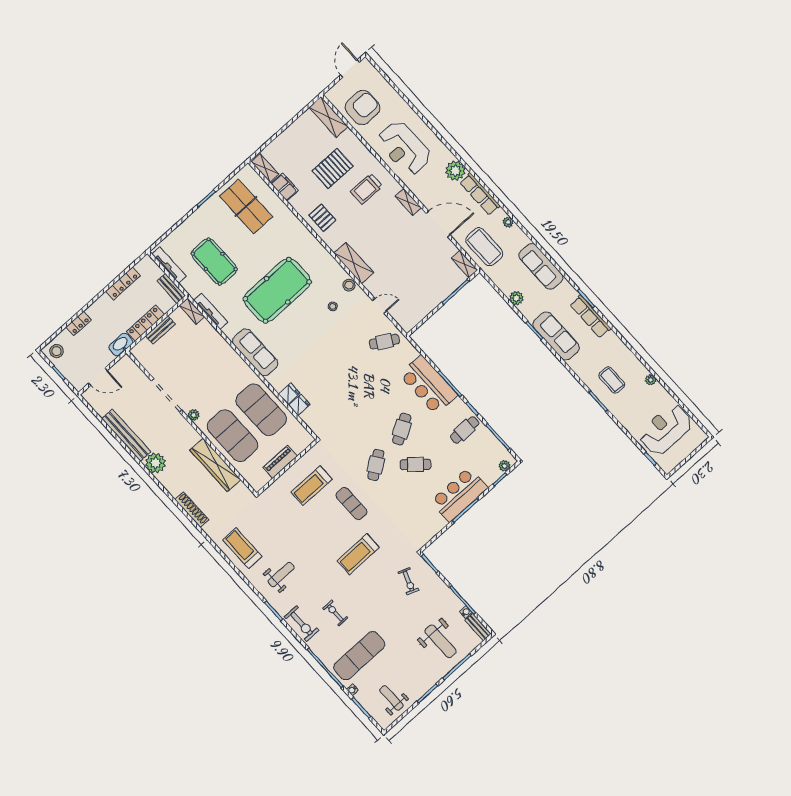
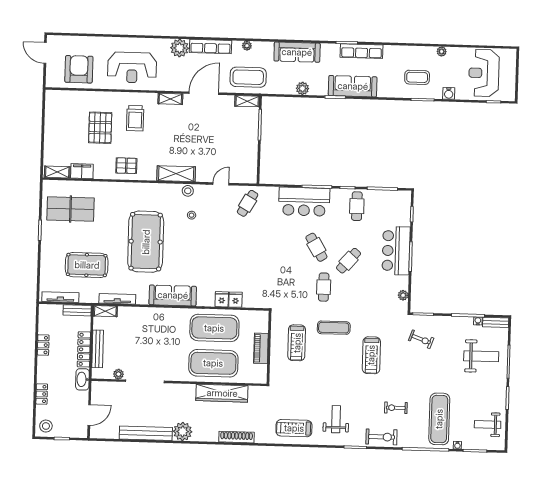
shelving: (329, 117) -> (64, 98), removed
locker: (123, 283) -> (43, 345), width x0.66
bench: (160, 330) -> (98, 349), width x1.36
plant: (194, 415) -> (118, 374), moved
water cooler: (623, 417) -> (449, 93), added
cafe table: (376, 465) -> (324, 287), turned 35
plant: (505, 466) -> (403, 295), moved

